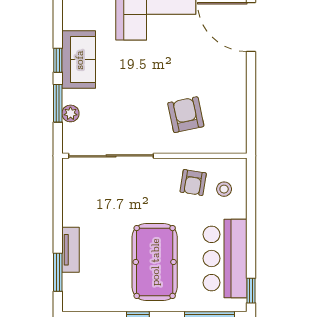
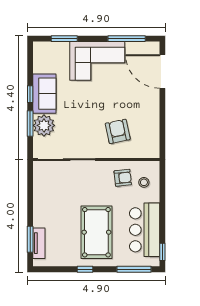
plant: (70, 113) -> (44, 125), width x1.87, depth x1.87
armchair: (193, 182) -> (123, 178), turned -105
tv unit: (71, 250) -> (39, 243), moved

